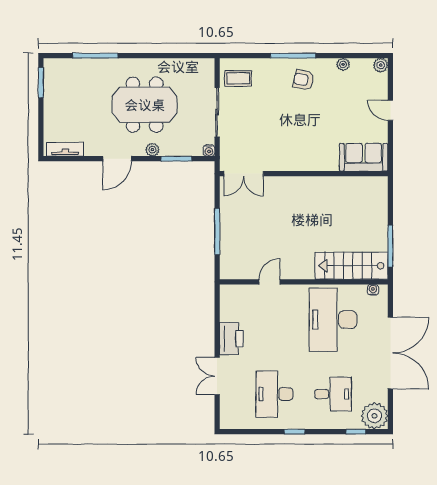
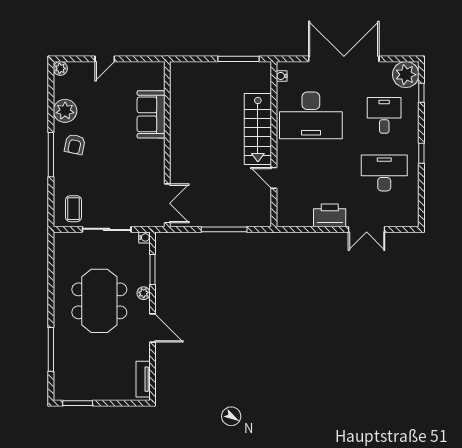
plant: (343, 64) -> (65, 111), width x1.87, depth x1.87
sofa: (364, 157) -> (151, 114), moved
stairs: (352, 266) -> (258, 129), moved
desk: (274, 394) -> (384, 173), turned 180

